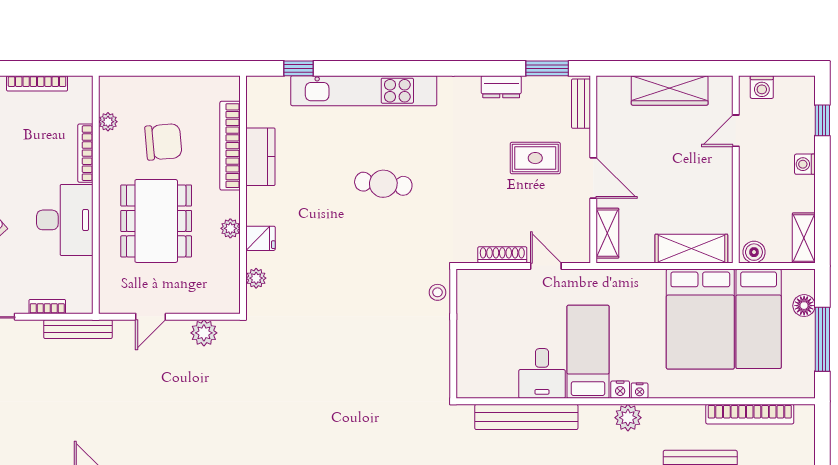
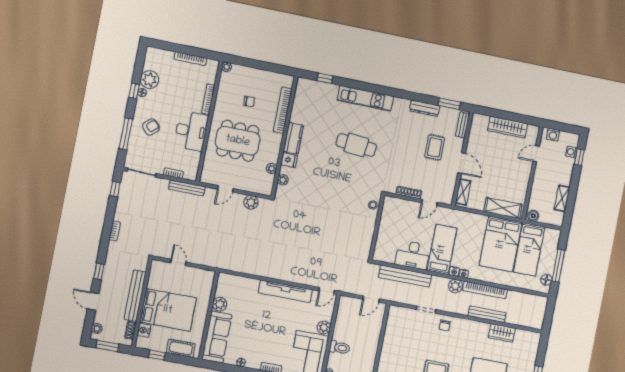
dresser: (501, 87) -> (425, 108), width x1.44
kitchen unit: (364, 91) -> (365, 98), width x0.73
plant: (108, 122) -> (227, 67), moved
chair: (163, 142) -> (249, 101), width x0.54, depth x0.54
kitchen counter: (260, 157) -> (293, 138), moved
rug: (535, 158) -> (435, 147), turned 90
washing machine: (805, 164) -> (571, 152), moved
cafe table: (383, 184) -> (356, 145), width x1.37, depth x1.35
dining table: (156, 221) -> (238, 141), turned 90
plant: (230, 228) -> (272, 168), moved
shelving: (804, 238) -> (562, 198), moved
door: (546, 266) -> (429, 202), swing flipped
floor lamp: (804, 306) -> (546, 280), moved
desk: (542, 373) -> (413, 255), width x1.37
bookcase: (750, 414) -> (485, 290), moved

